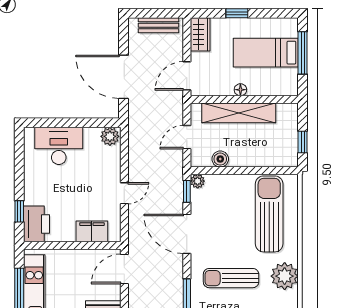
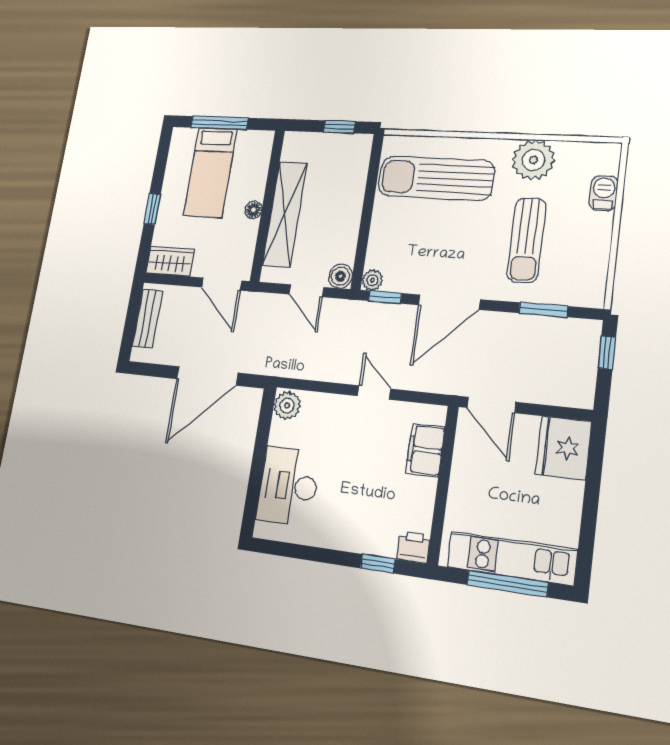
boiler: (220, 159) -> (340, 276), moved
printer: (36, 224) -> (413, 547), width x0.53, depth x0.68

